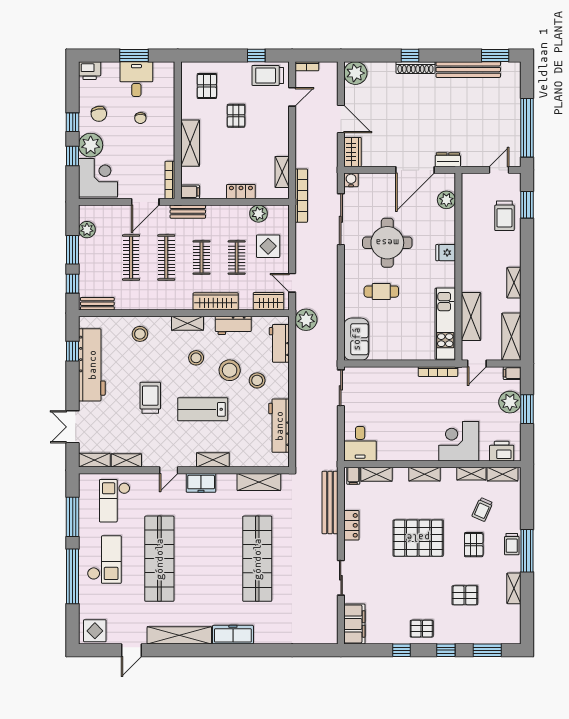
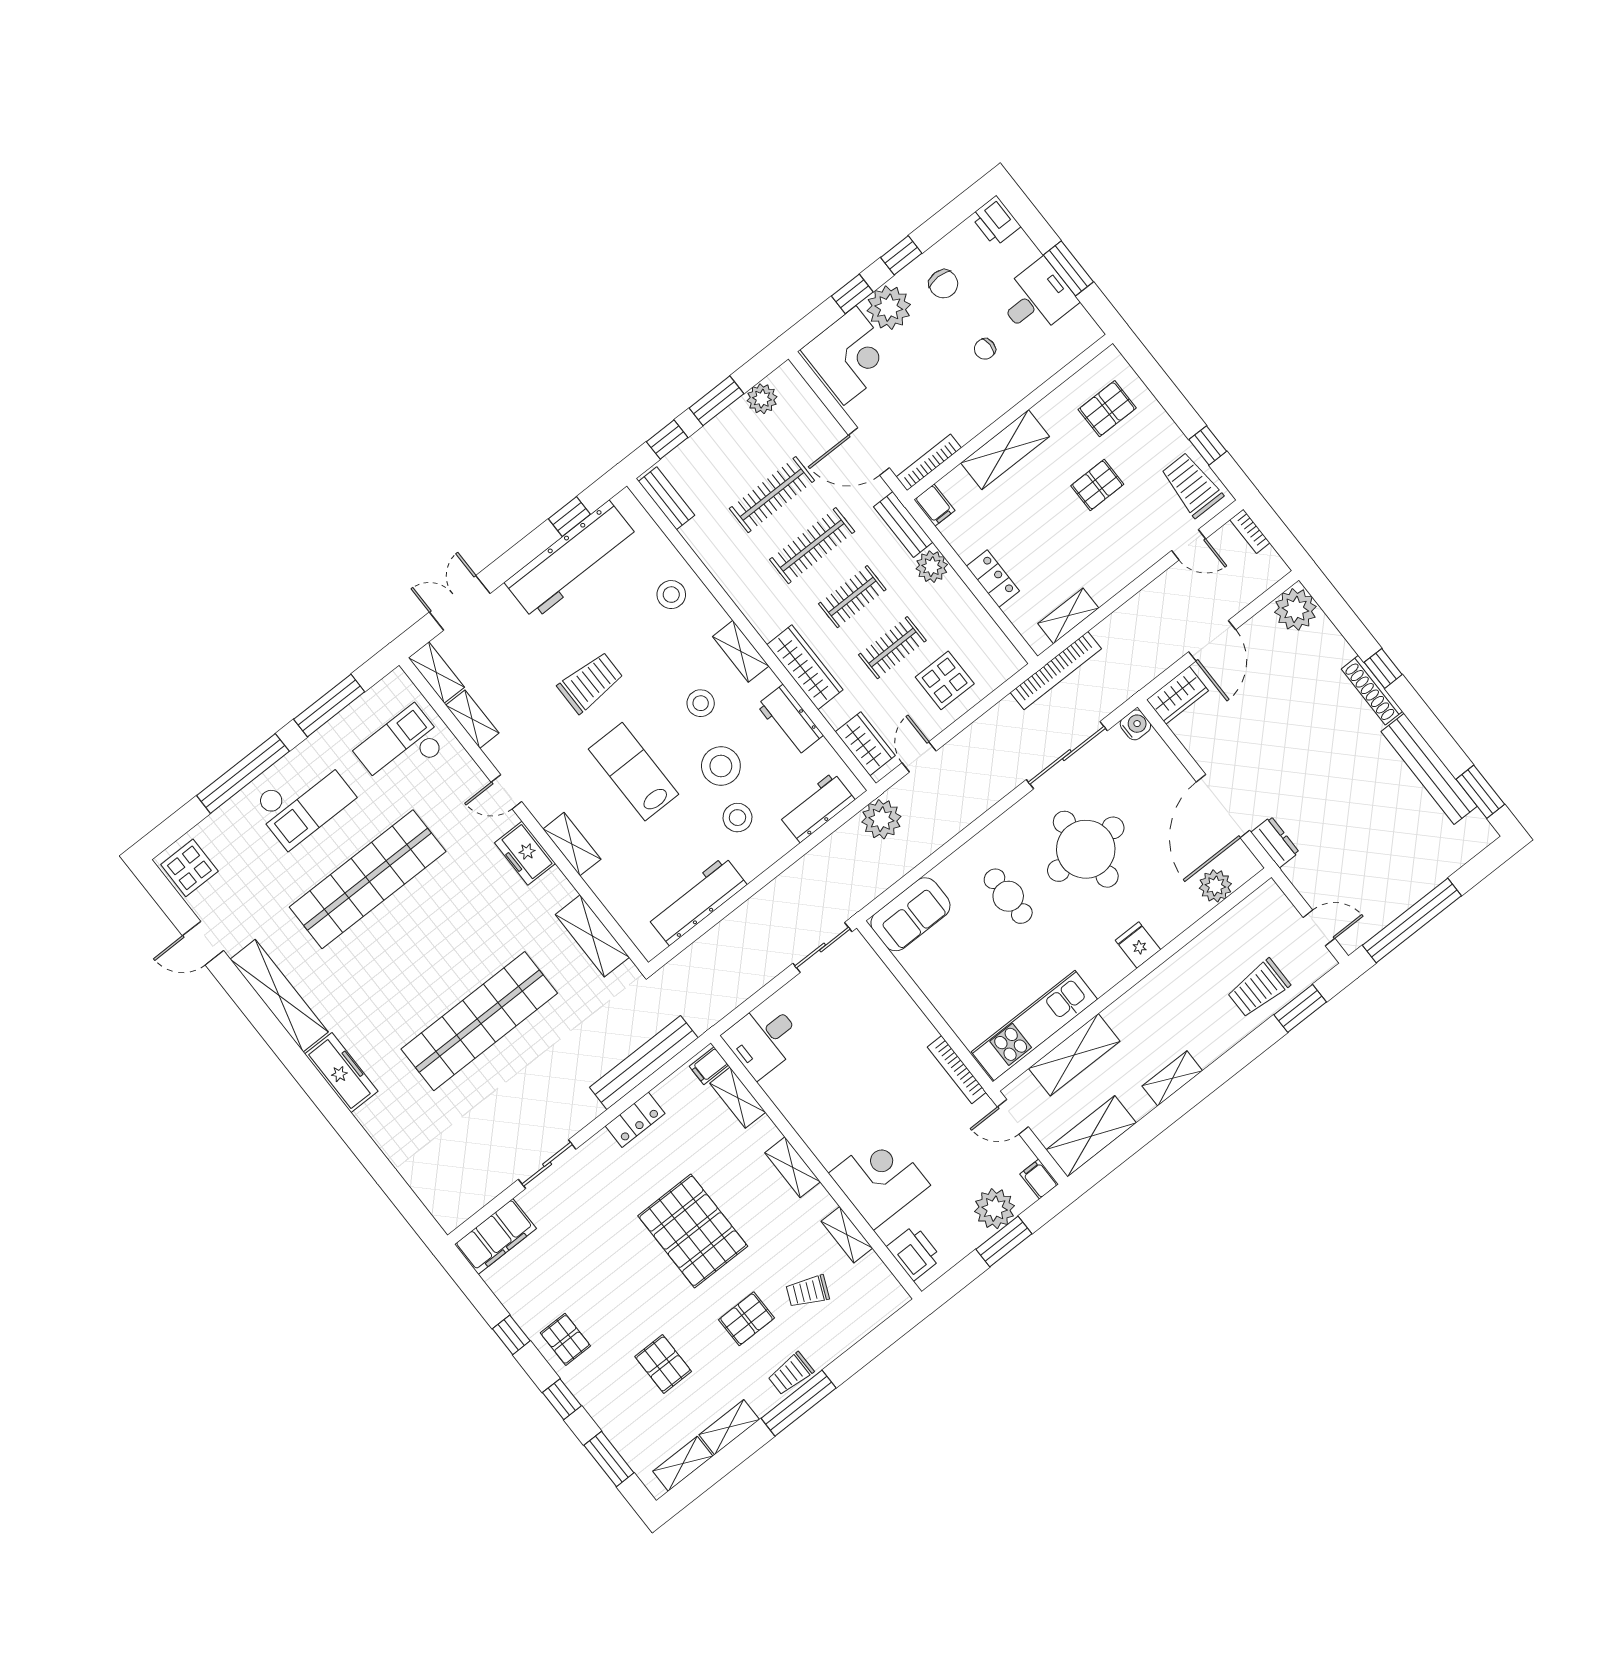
chair: (99, 114) -> (943, 284), turned -80
door: (415, 170) -> (1223, 806), hinge flipped
plant: (259, 214) -> (932, 567), moved
shelving: (502, 474) -> (683, 1464), moved, turned 90

